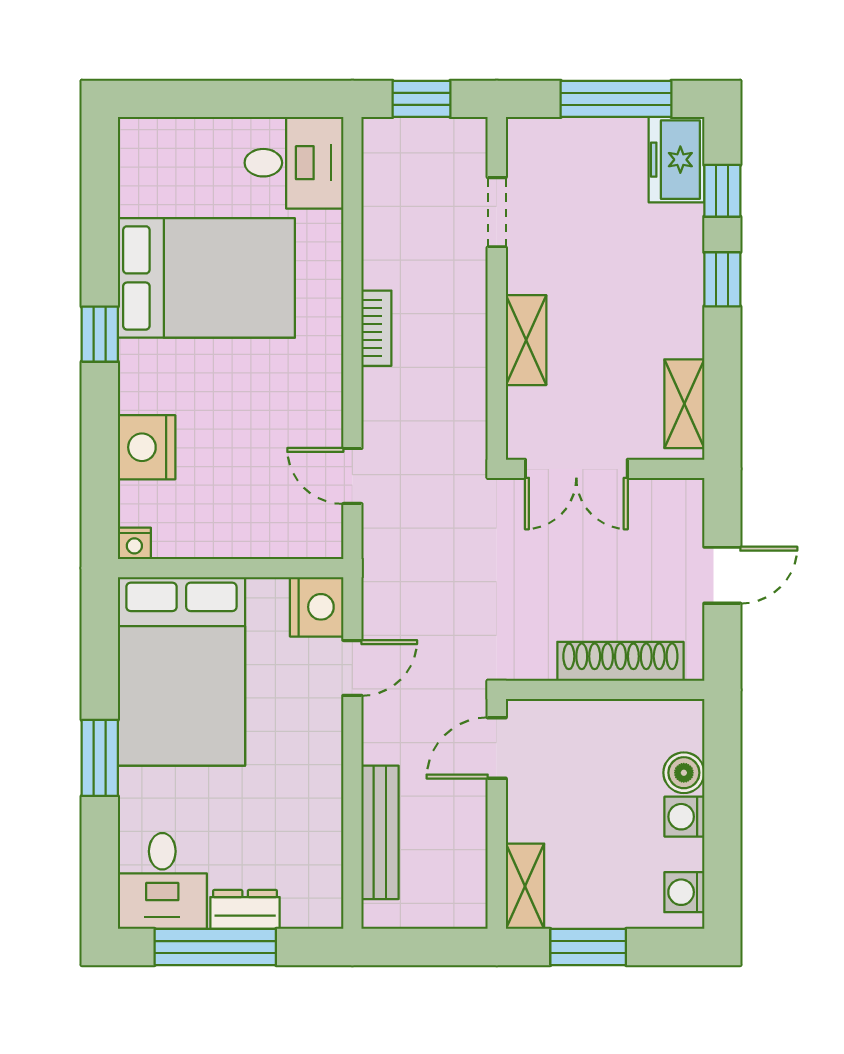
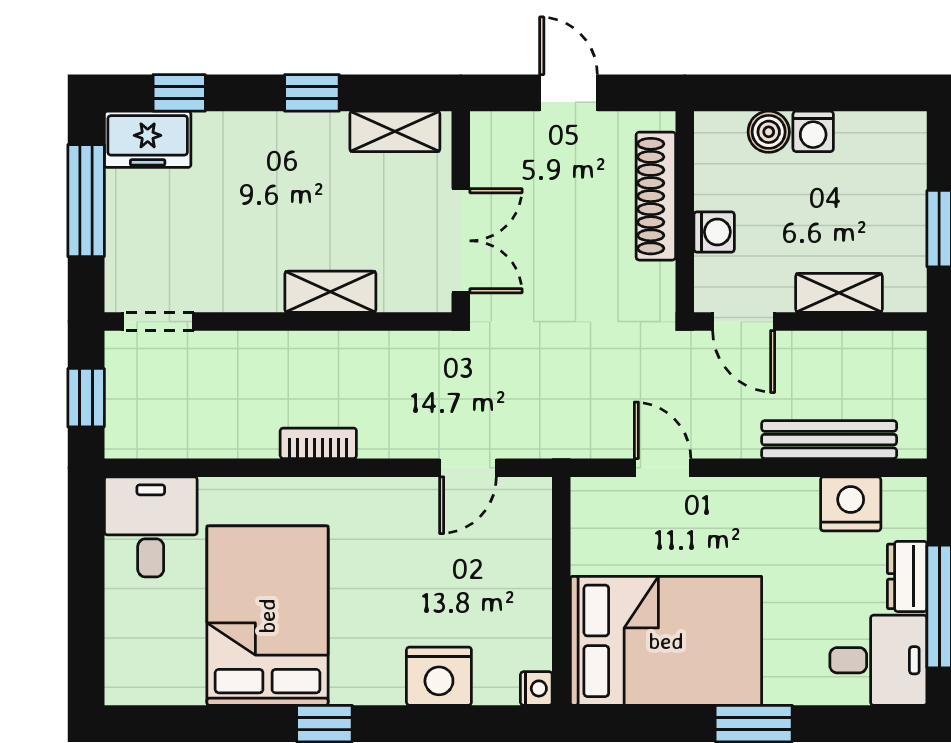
doorway: (497, 212) -> (158, 321), moved
window: (722, 279) -> (312, 93), moved
nightstand: (317, 607) -> (851, 504), moved
shelving: (525, 886) -> (839, 293), moved
washing machine: (684, 892) -> (714, 232), moved, turned -90

